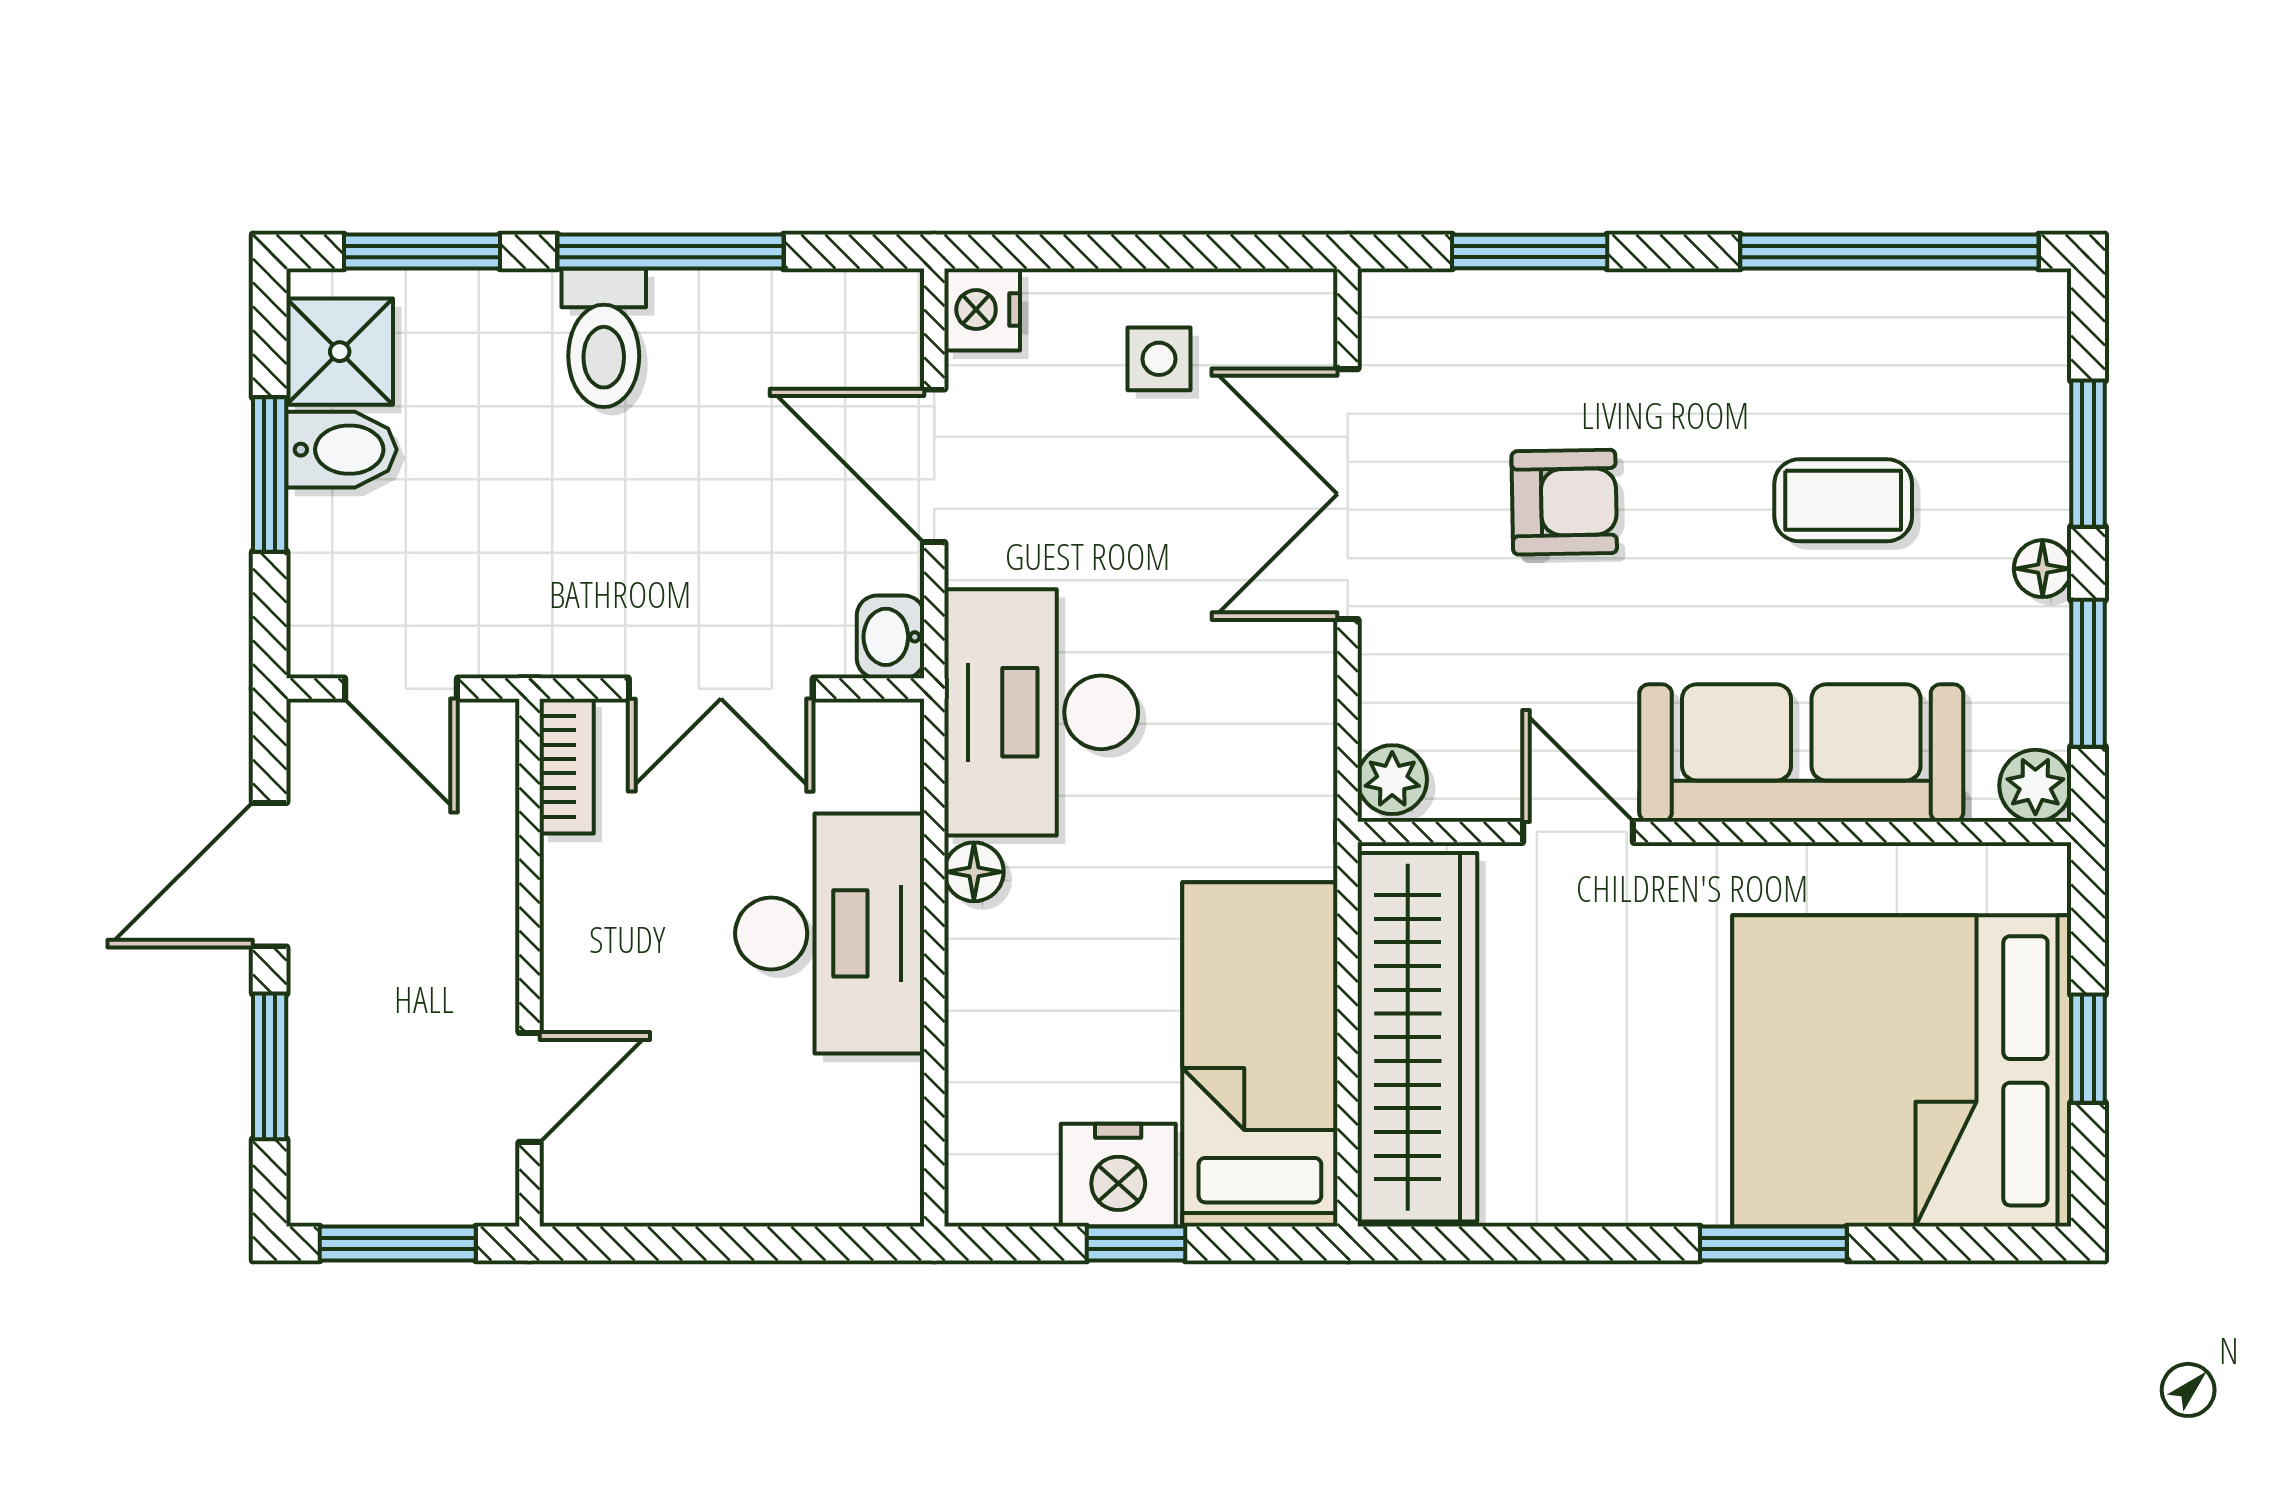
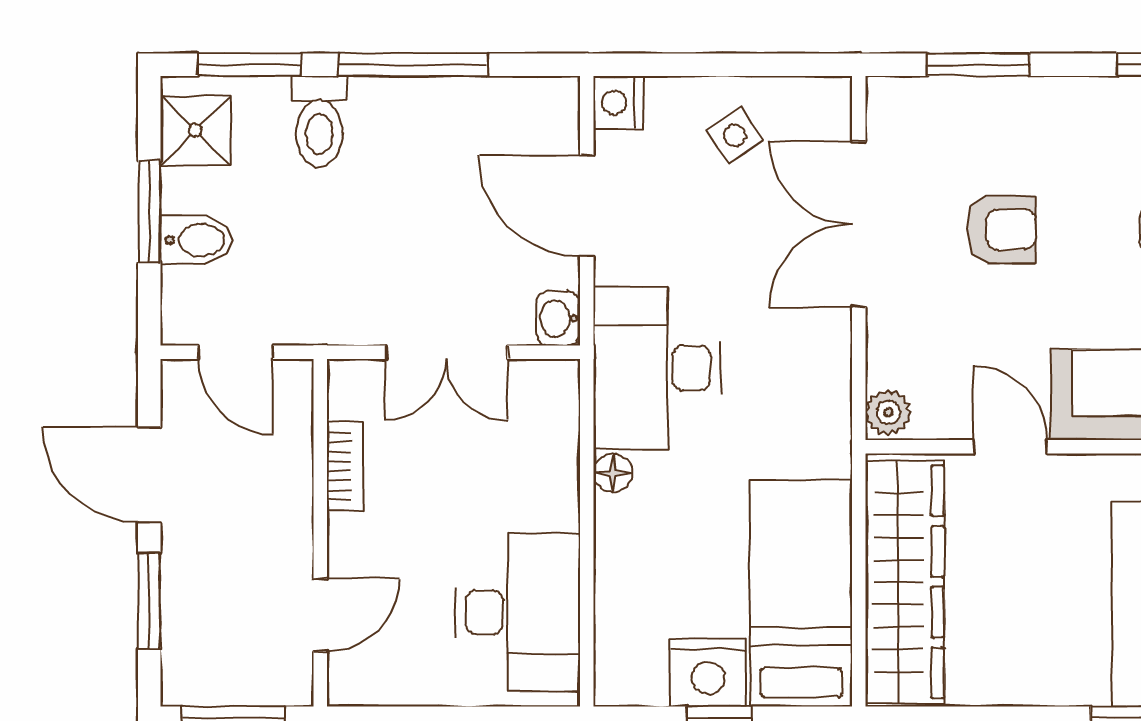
toilet: (604, 338) -> (319, 121), moved
side table: (1159, 359) -> (735, 135), turned -34
bidet: (342, 450) -> (197, 240), moved
bookcase: (567, 766) -> (345, 466), moved
door: (270, 875) -> (149, 475), hinge flipped
desk: (830, 933) -> (518, 612), moved

